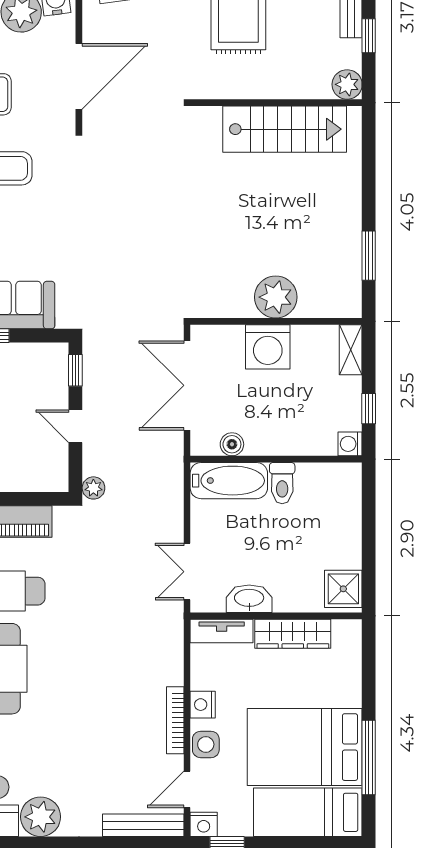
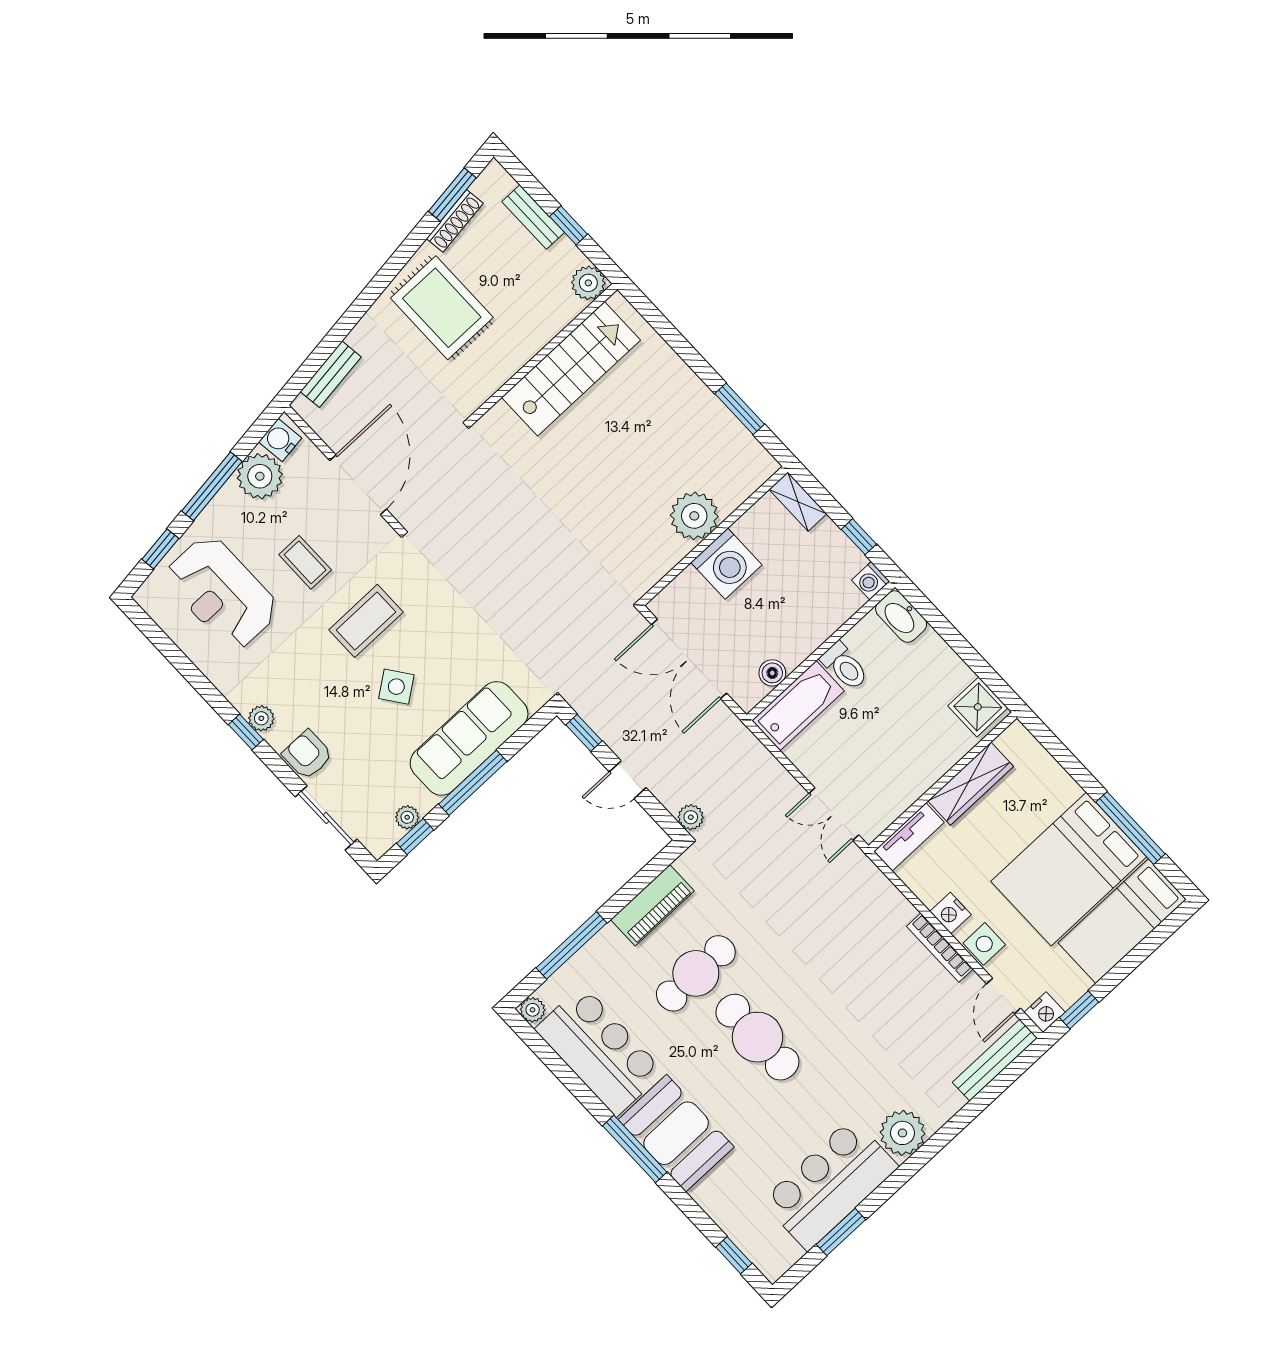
washbasin: (249, 599) -> (901, 617), moved, turned -90

